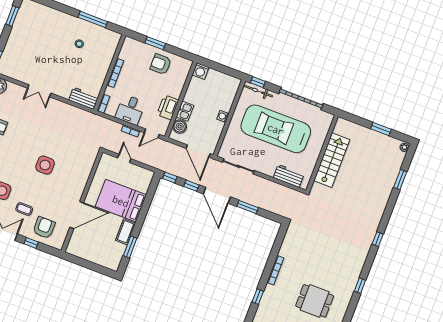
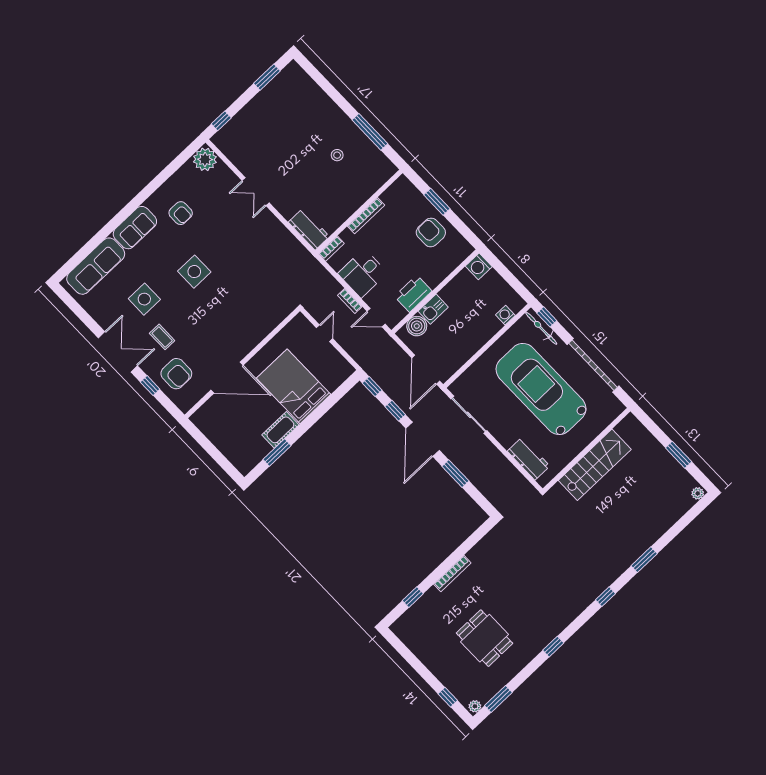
washing machine: (223, 116) -> (505, 315), moved
side table: (45, 165) -> (194, 272), moved
window: (400, 180) -> (644, 560), moved
armchair: (44, 228) -> (176, 374), turned 90

